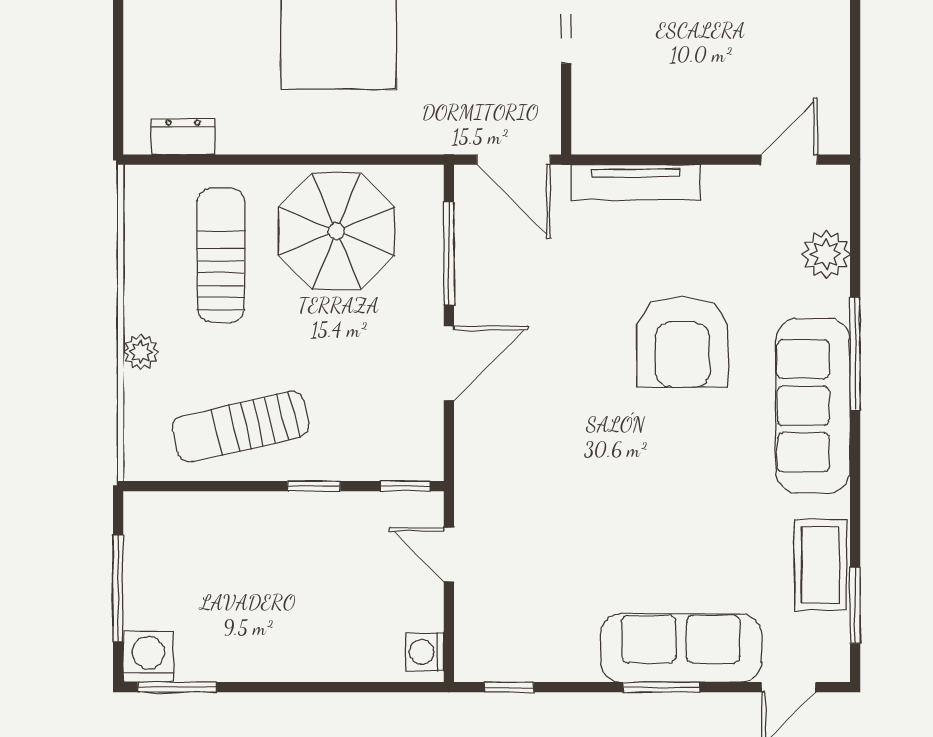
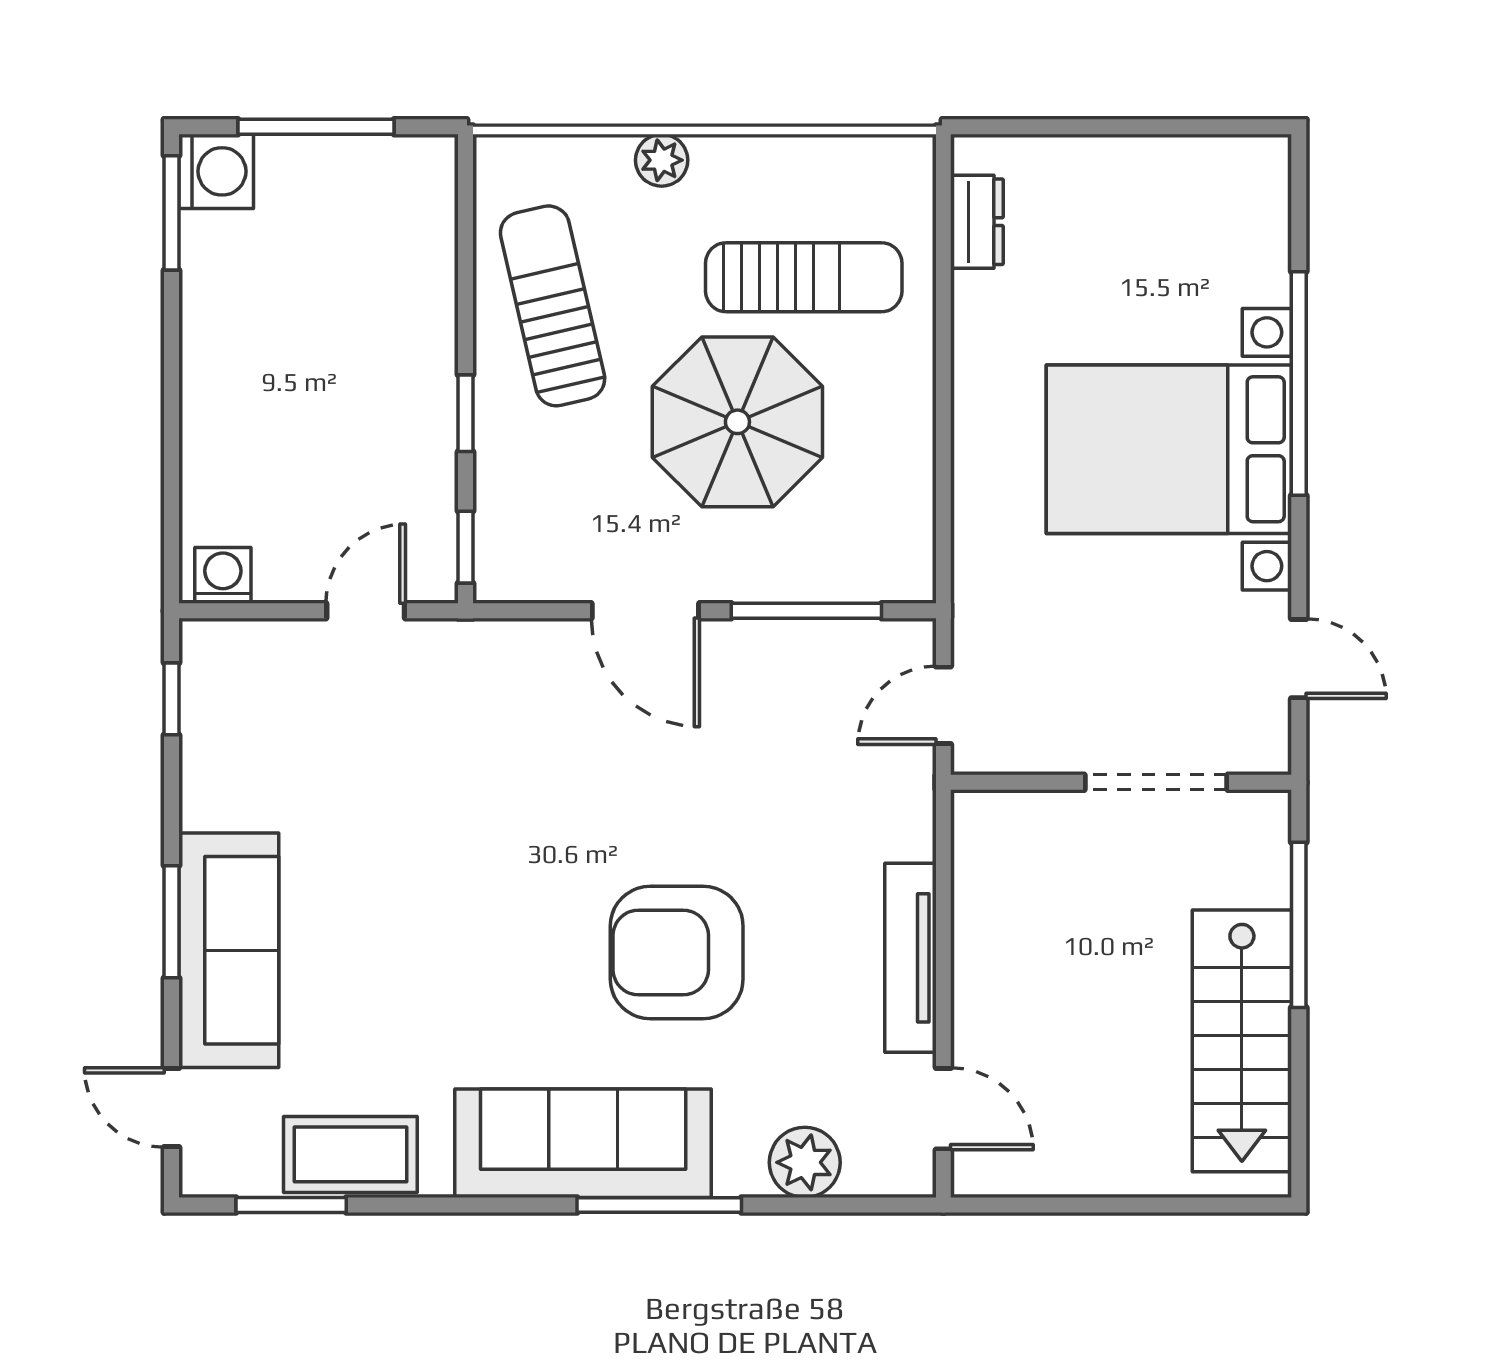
door: (514, 160) -> (943, 705), width x0.73
tv unit: (636, 182) -> (910, 958), moved
parasol: (336, 231) -> (737, 422), moved

